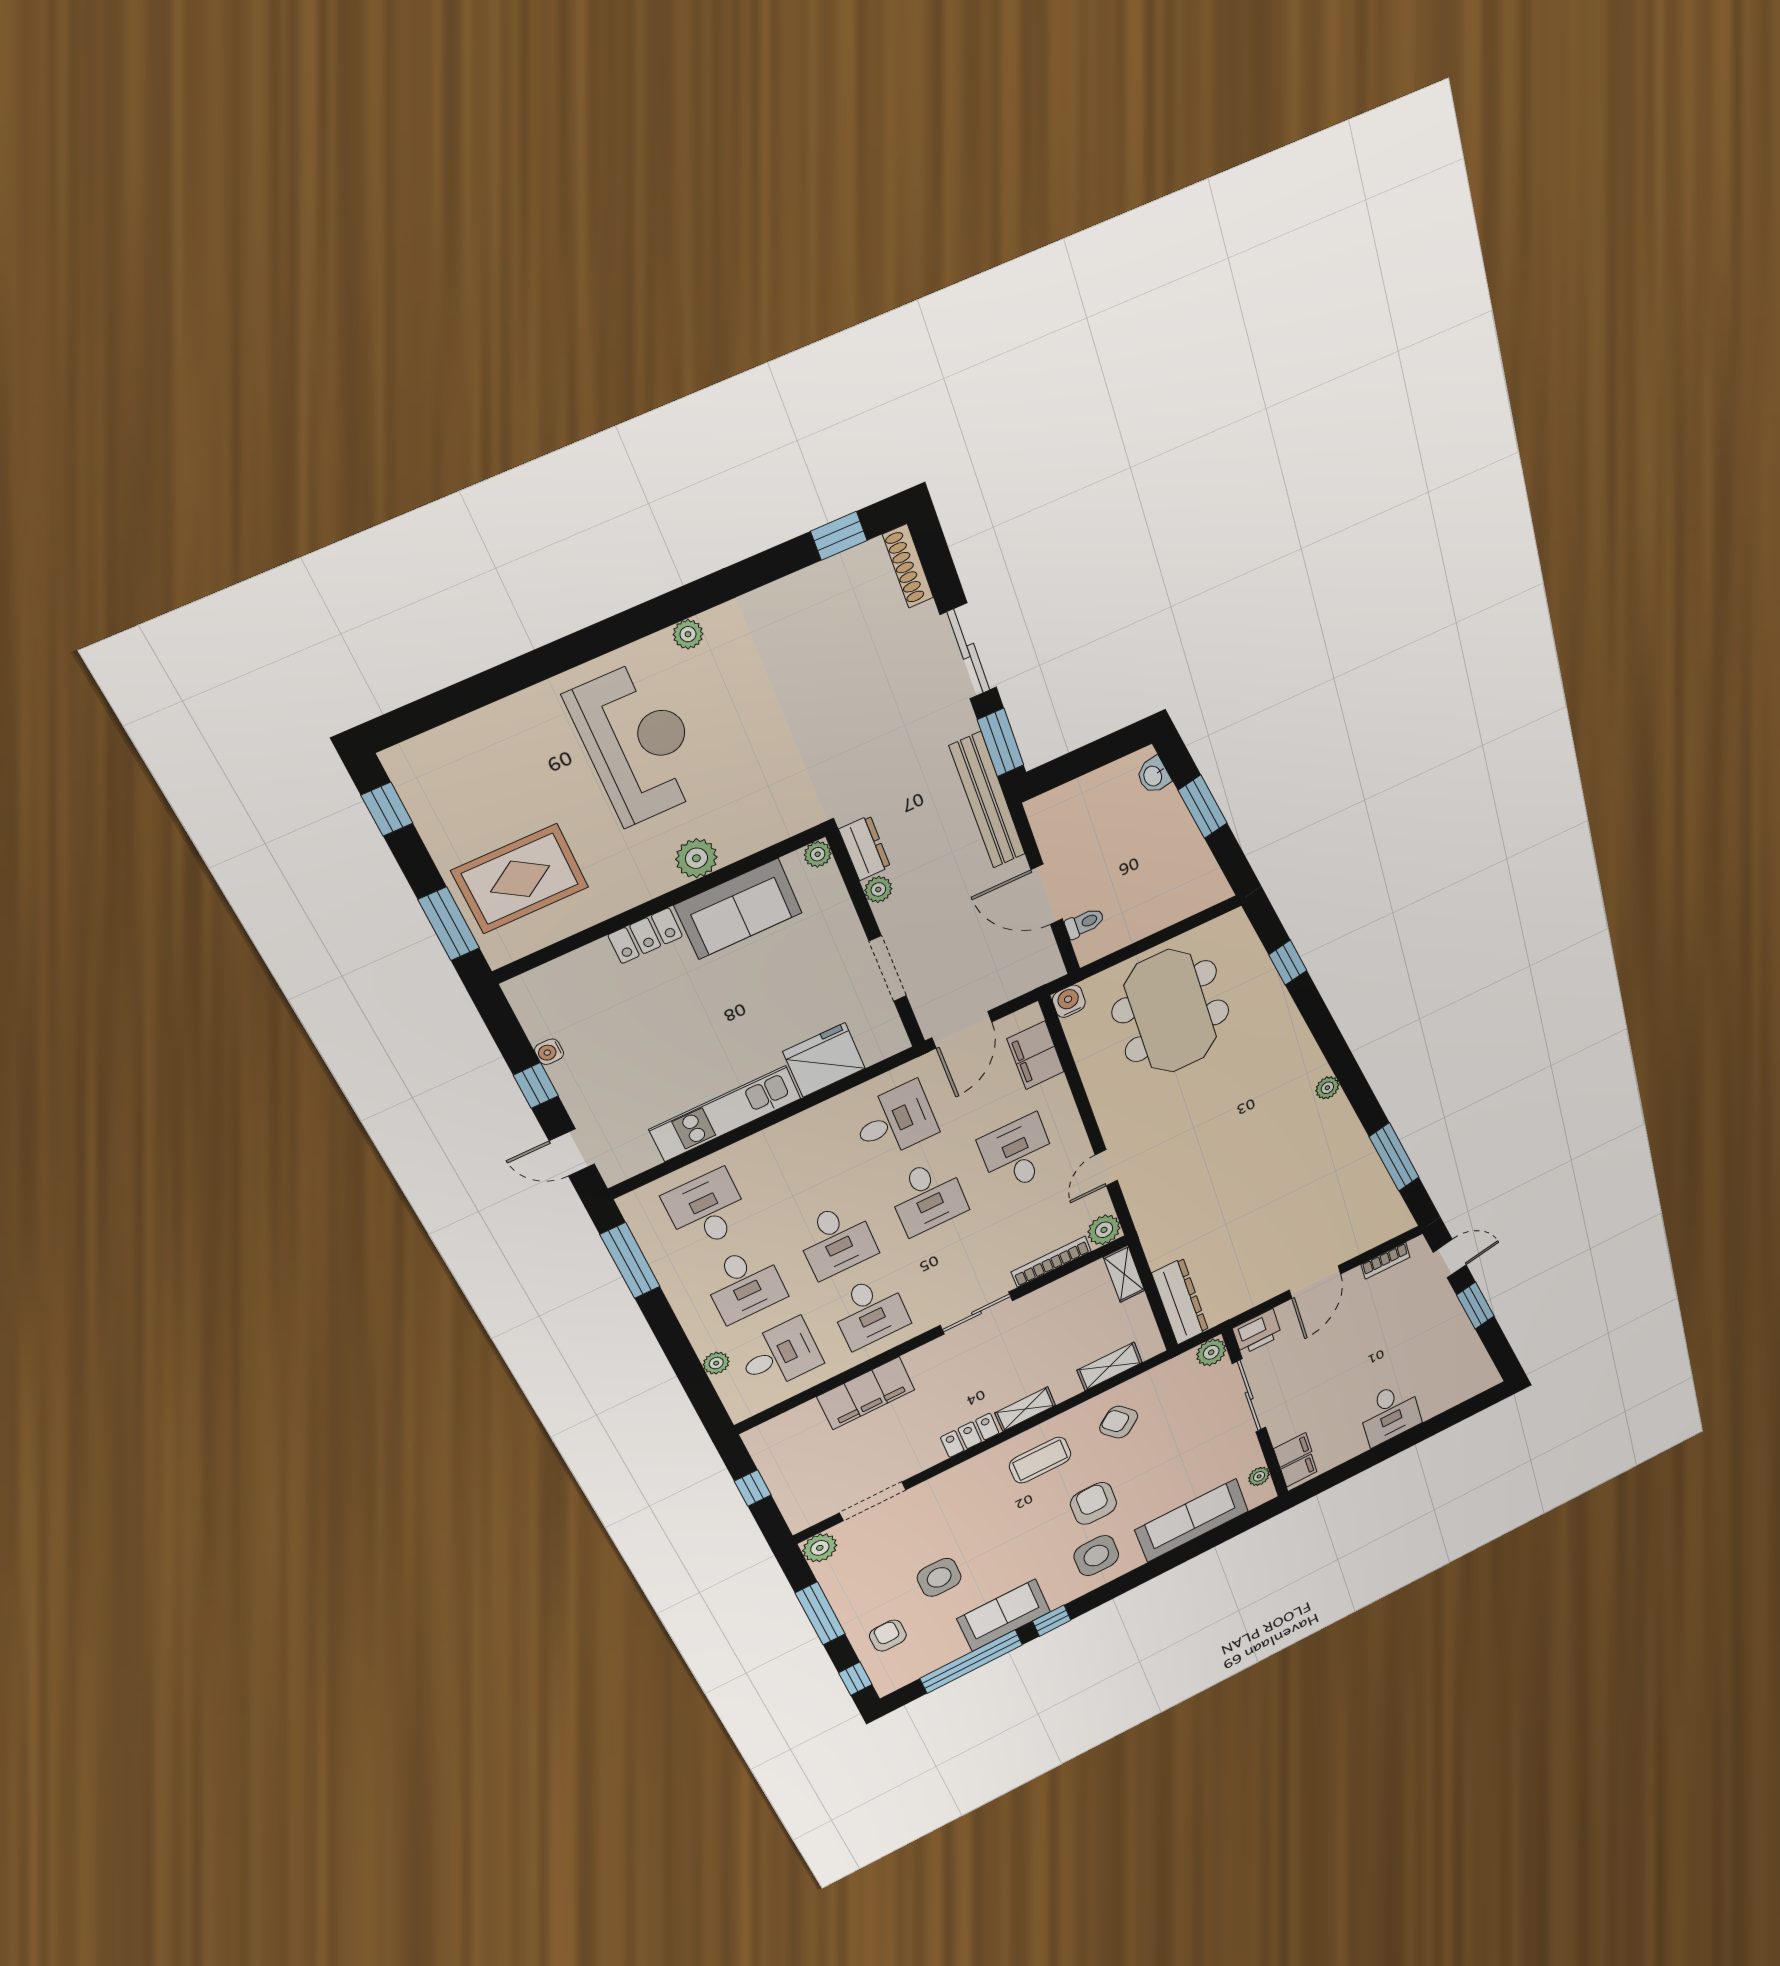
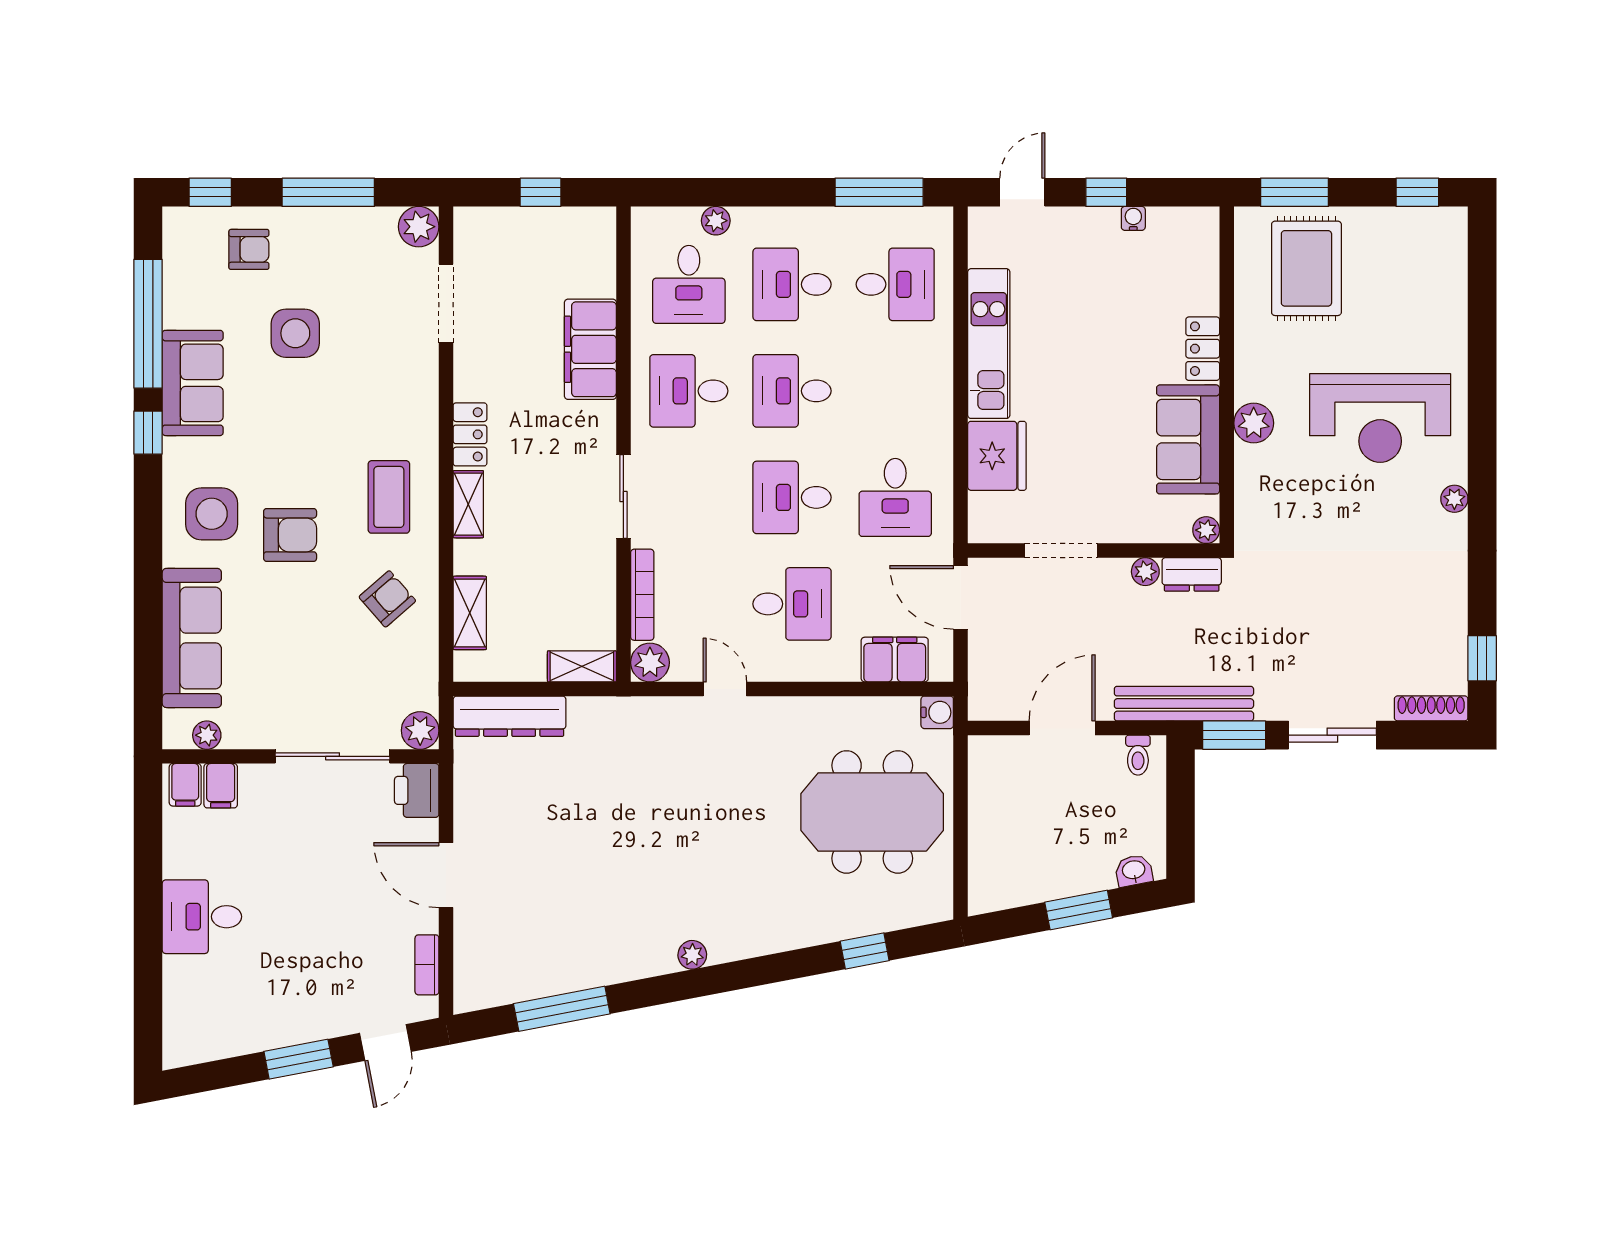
toilet: (1085, 923) -> (1138, 755), moved

